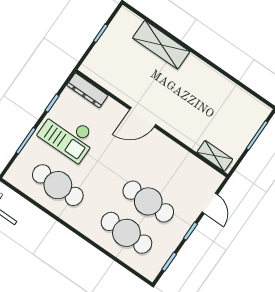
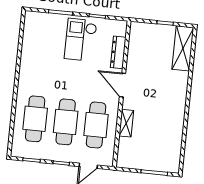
shelving: (161, 45) -> (183, 48), moved
dresser: (87, 90) -> (118, 52), moved
shelving: (215, 156) -> (126, 123), moved
cafe table: (58, 185) -> (96, 125), moved

